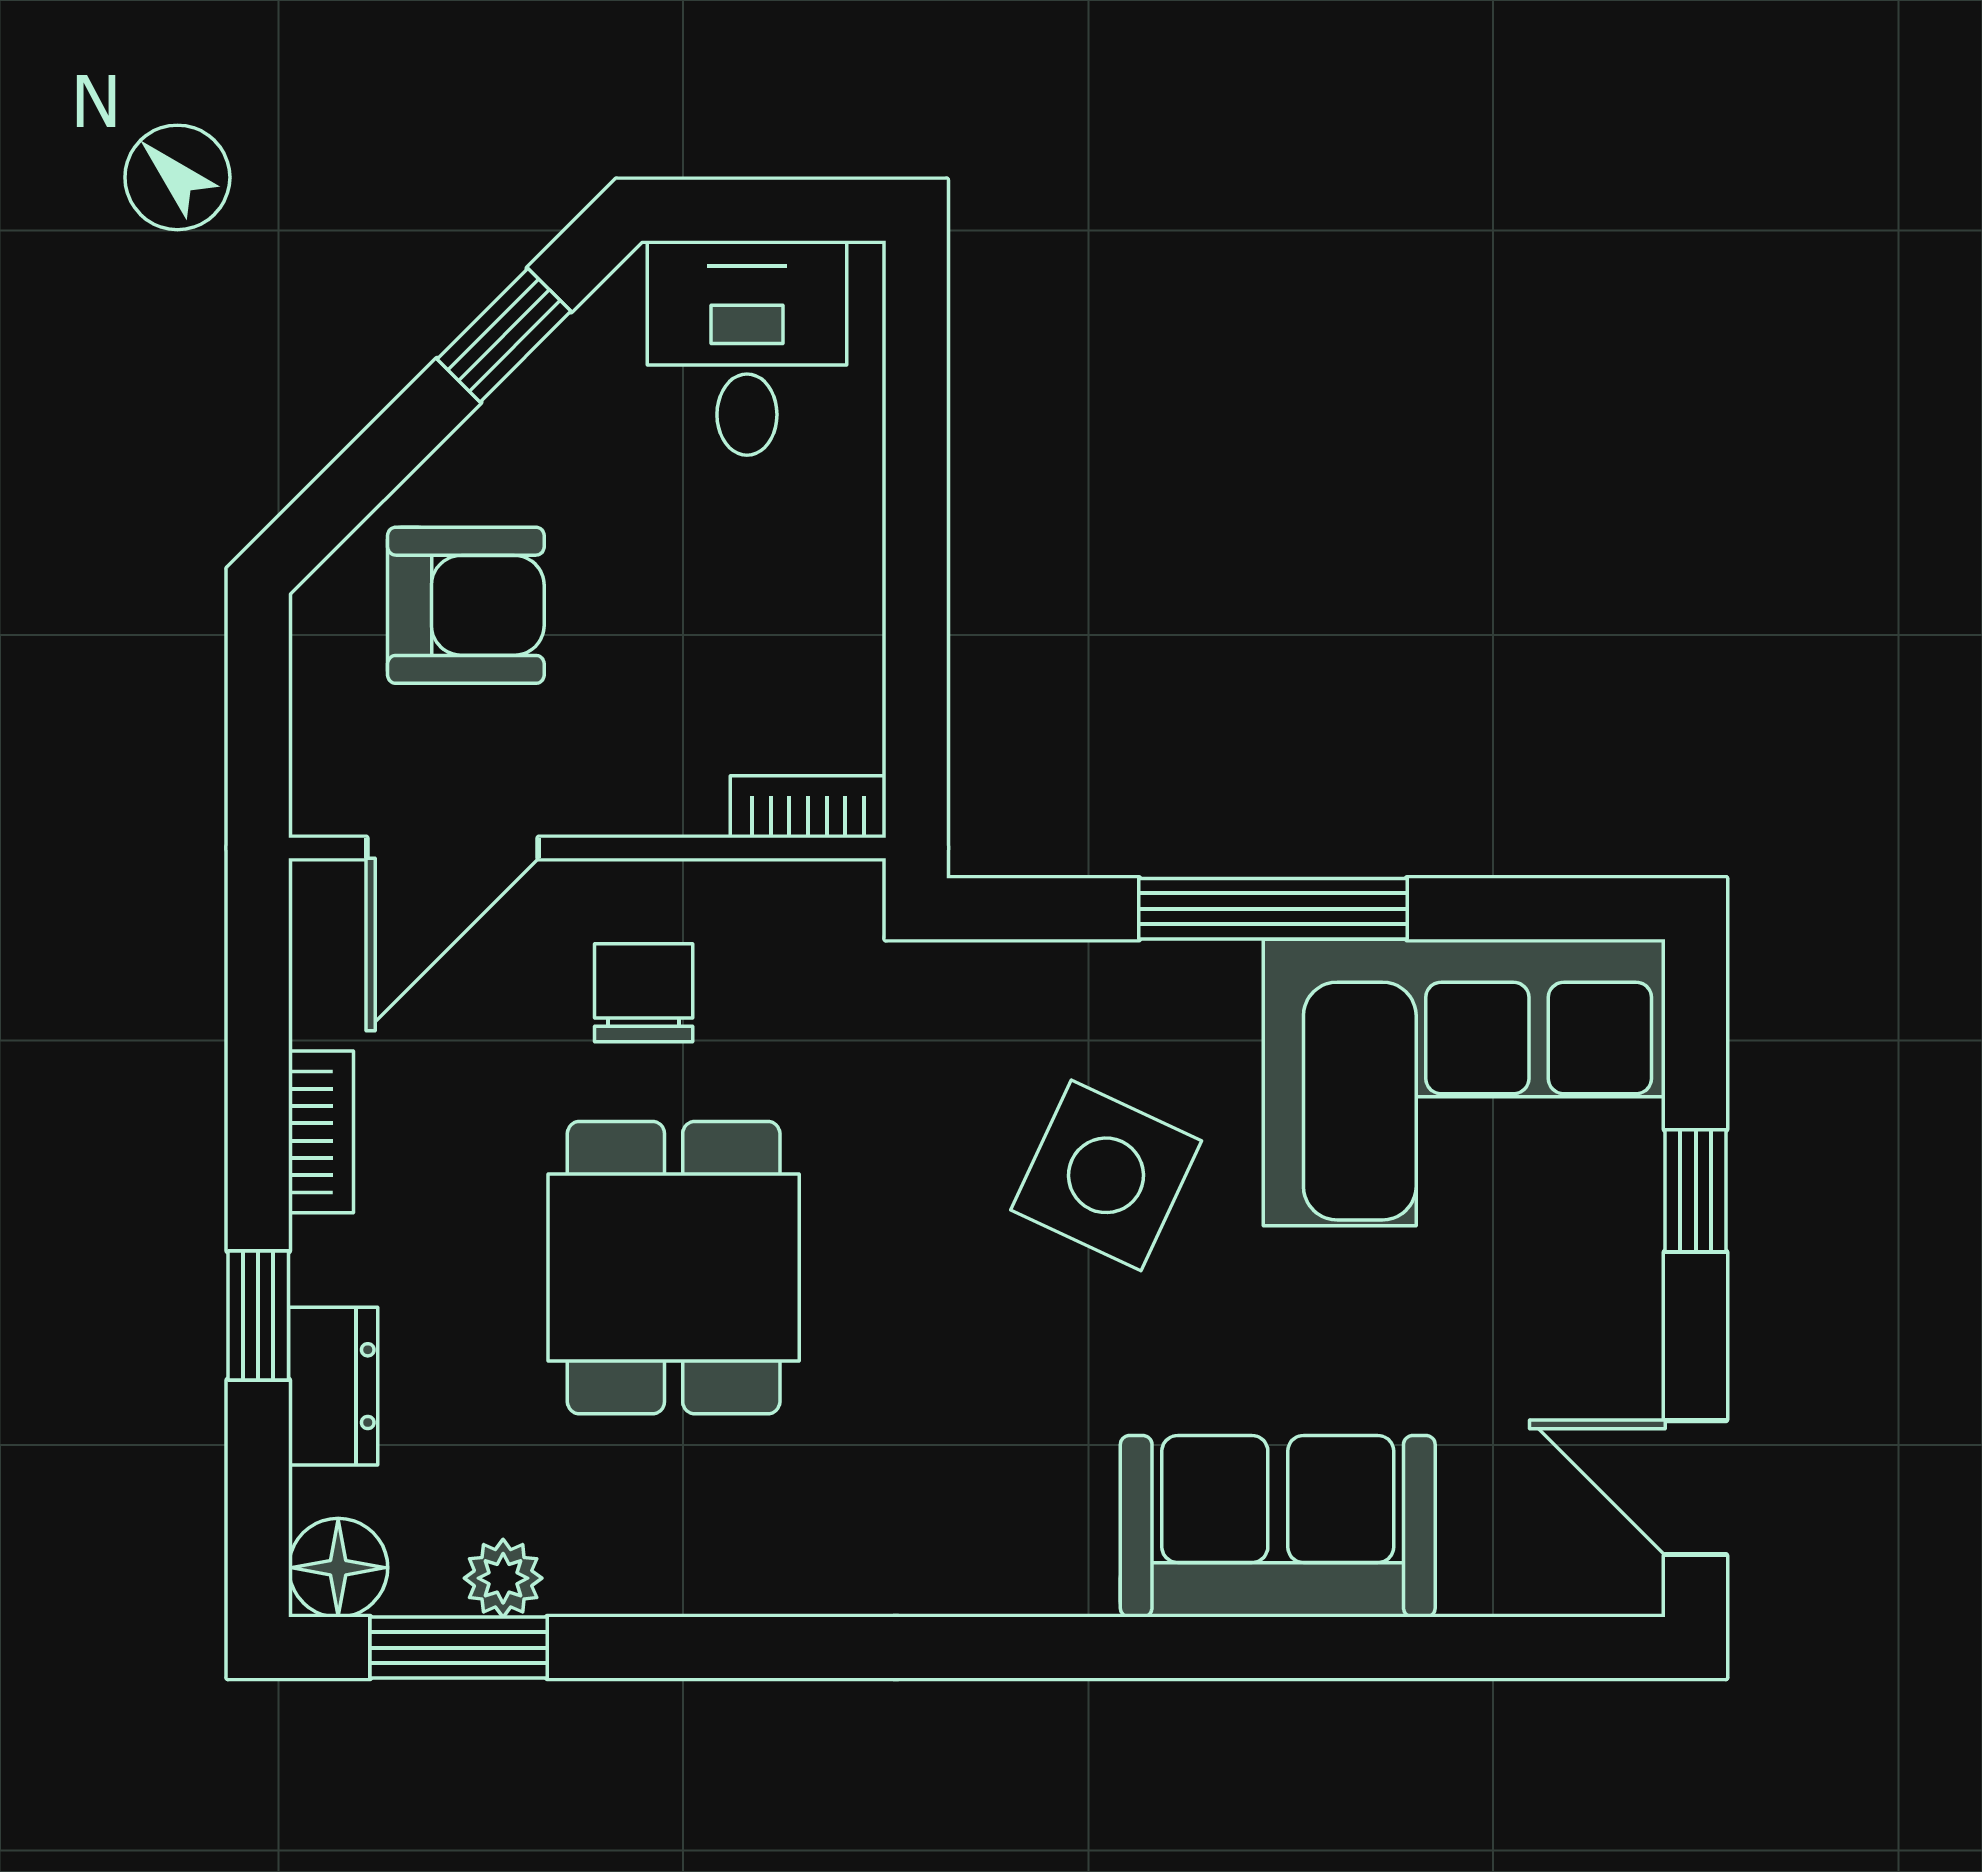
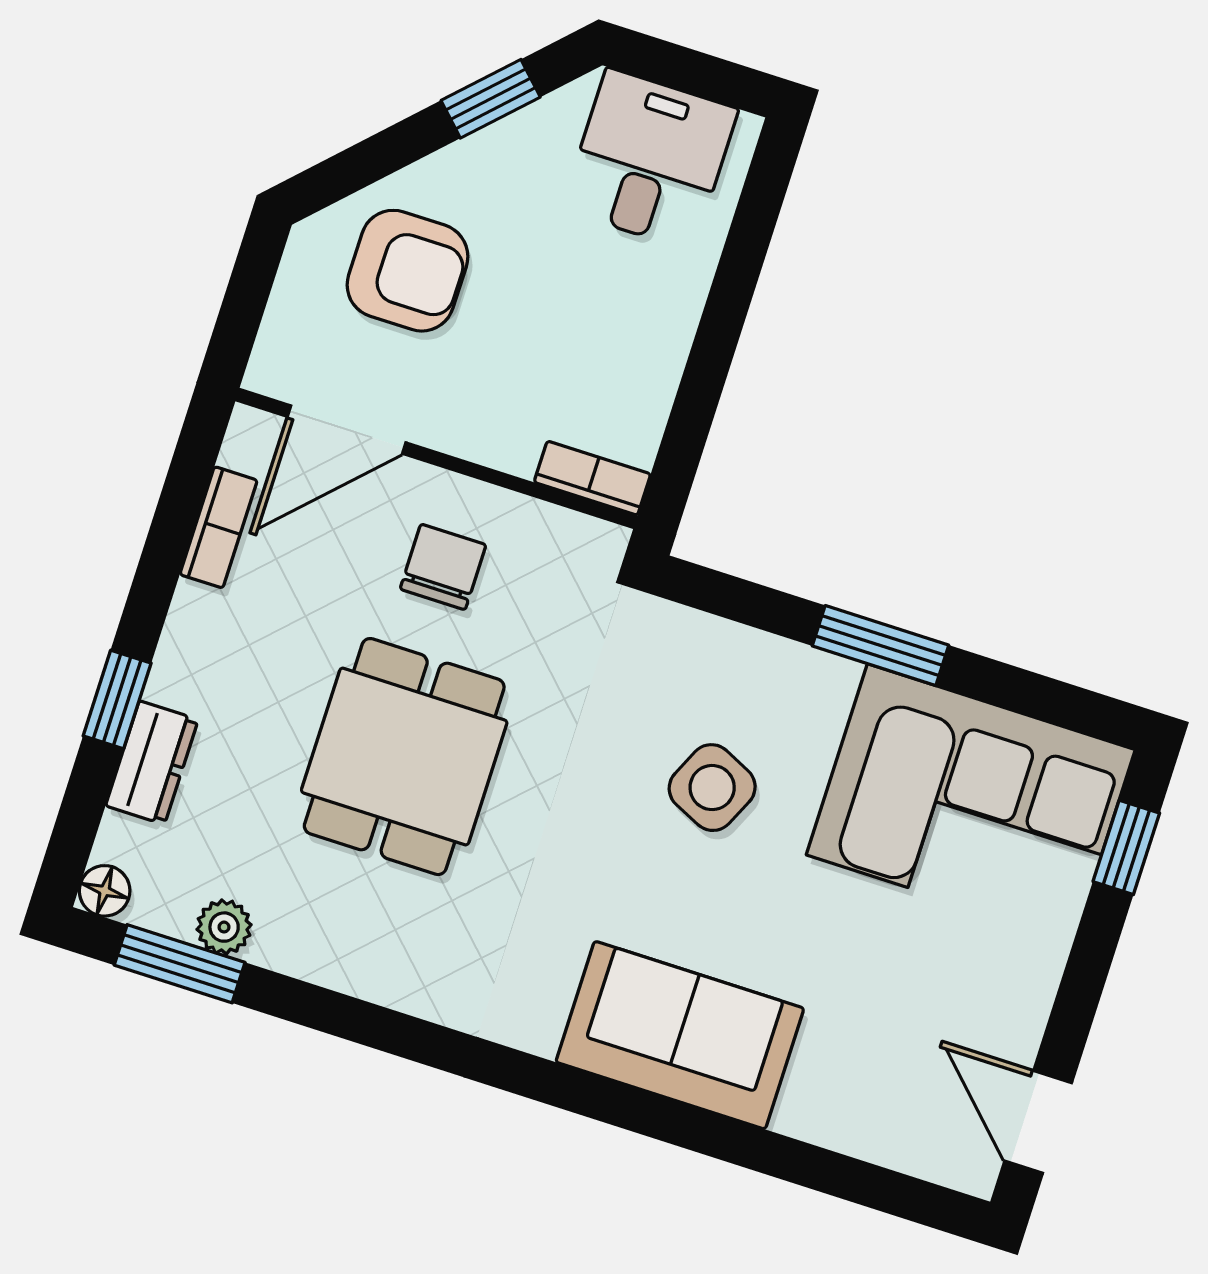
window: (1273, 909) -> (881, 646), width x0.69
bookcase: (321, 1132) -> (219, 527), moved
side table: (1106, 1175) -> (712, 788), width x0.73, depth x0.73
window: (1696, 1191) -> (1126, 847), moved
sofa: (1278, 1526) -> (680, 1035), moved
floor lamp: (338, 1568) -> (105, 891), width x0.73, depth x0.73

